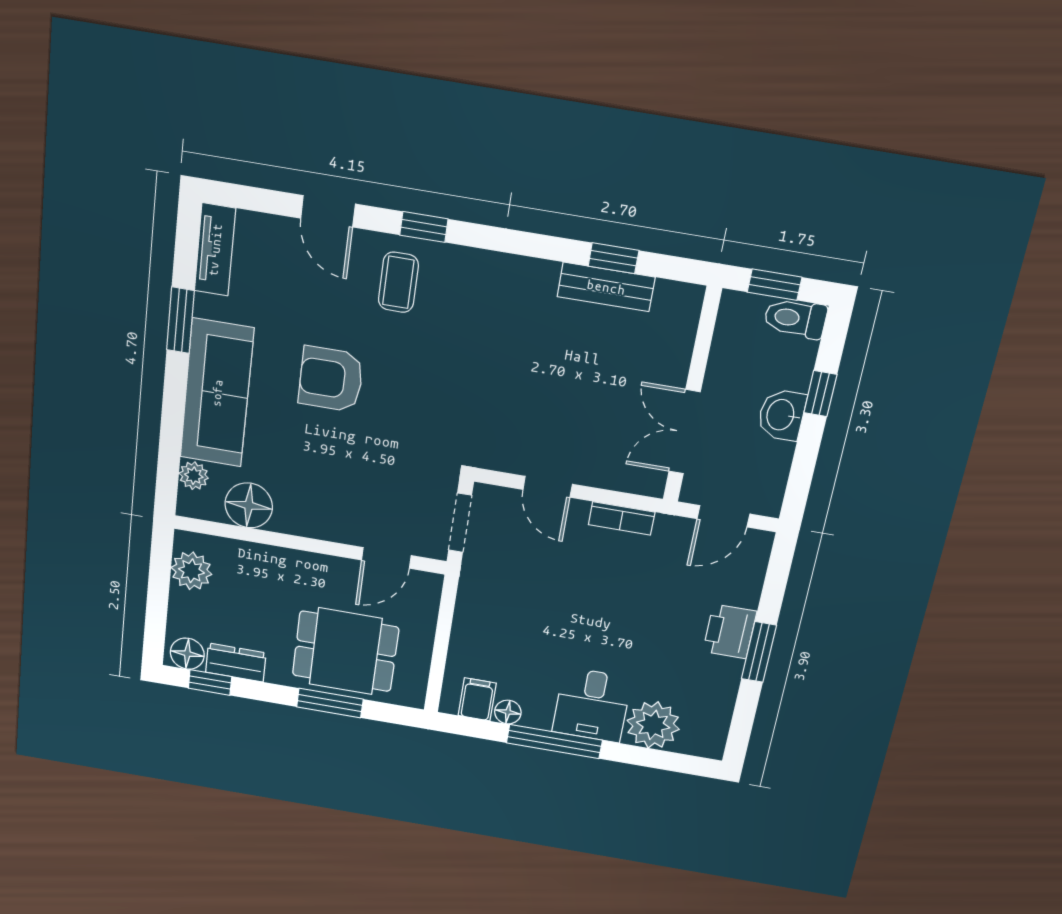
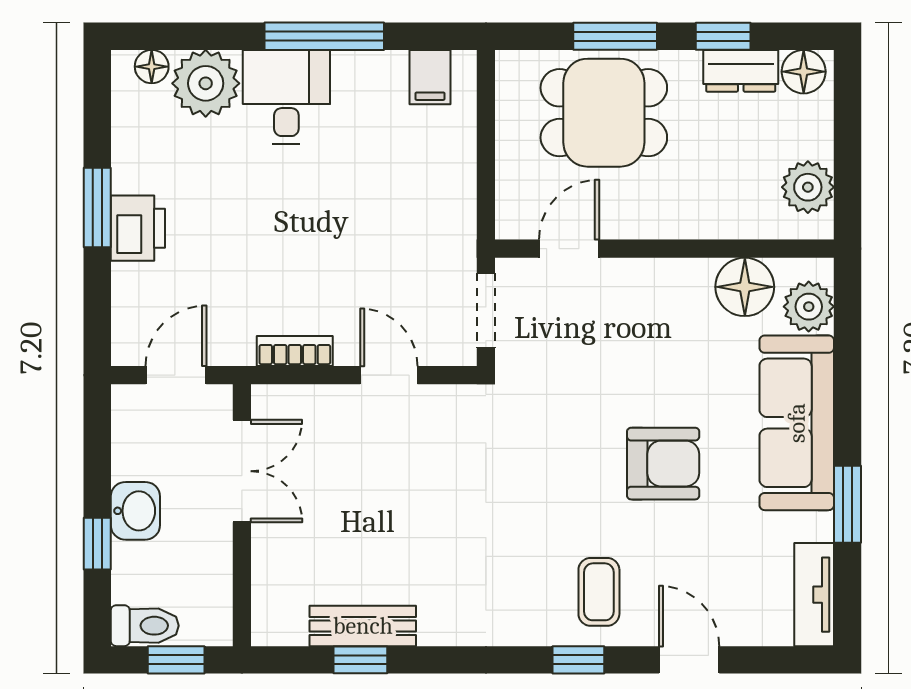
plant: (194, 476) -> (809, 307), width x1.38, depth x1.38
window: (210, 682) -> (723, 36), moved
floor lamp: (508, 712) -> (152, 67), moved

